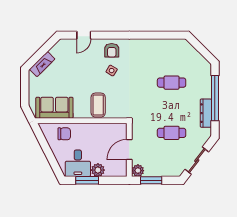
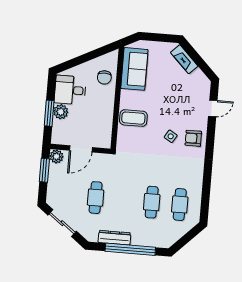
door: (84, 35) -> (213, 108), swing flipped
cafe table: (172, 57) -> (180, 204), added
door: (129, 149) -> (81, 149), swing flipped
window: (87, 180) -> (49, 113), moved

